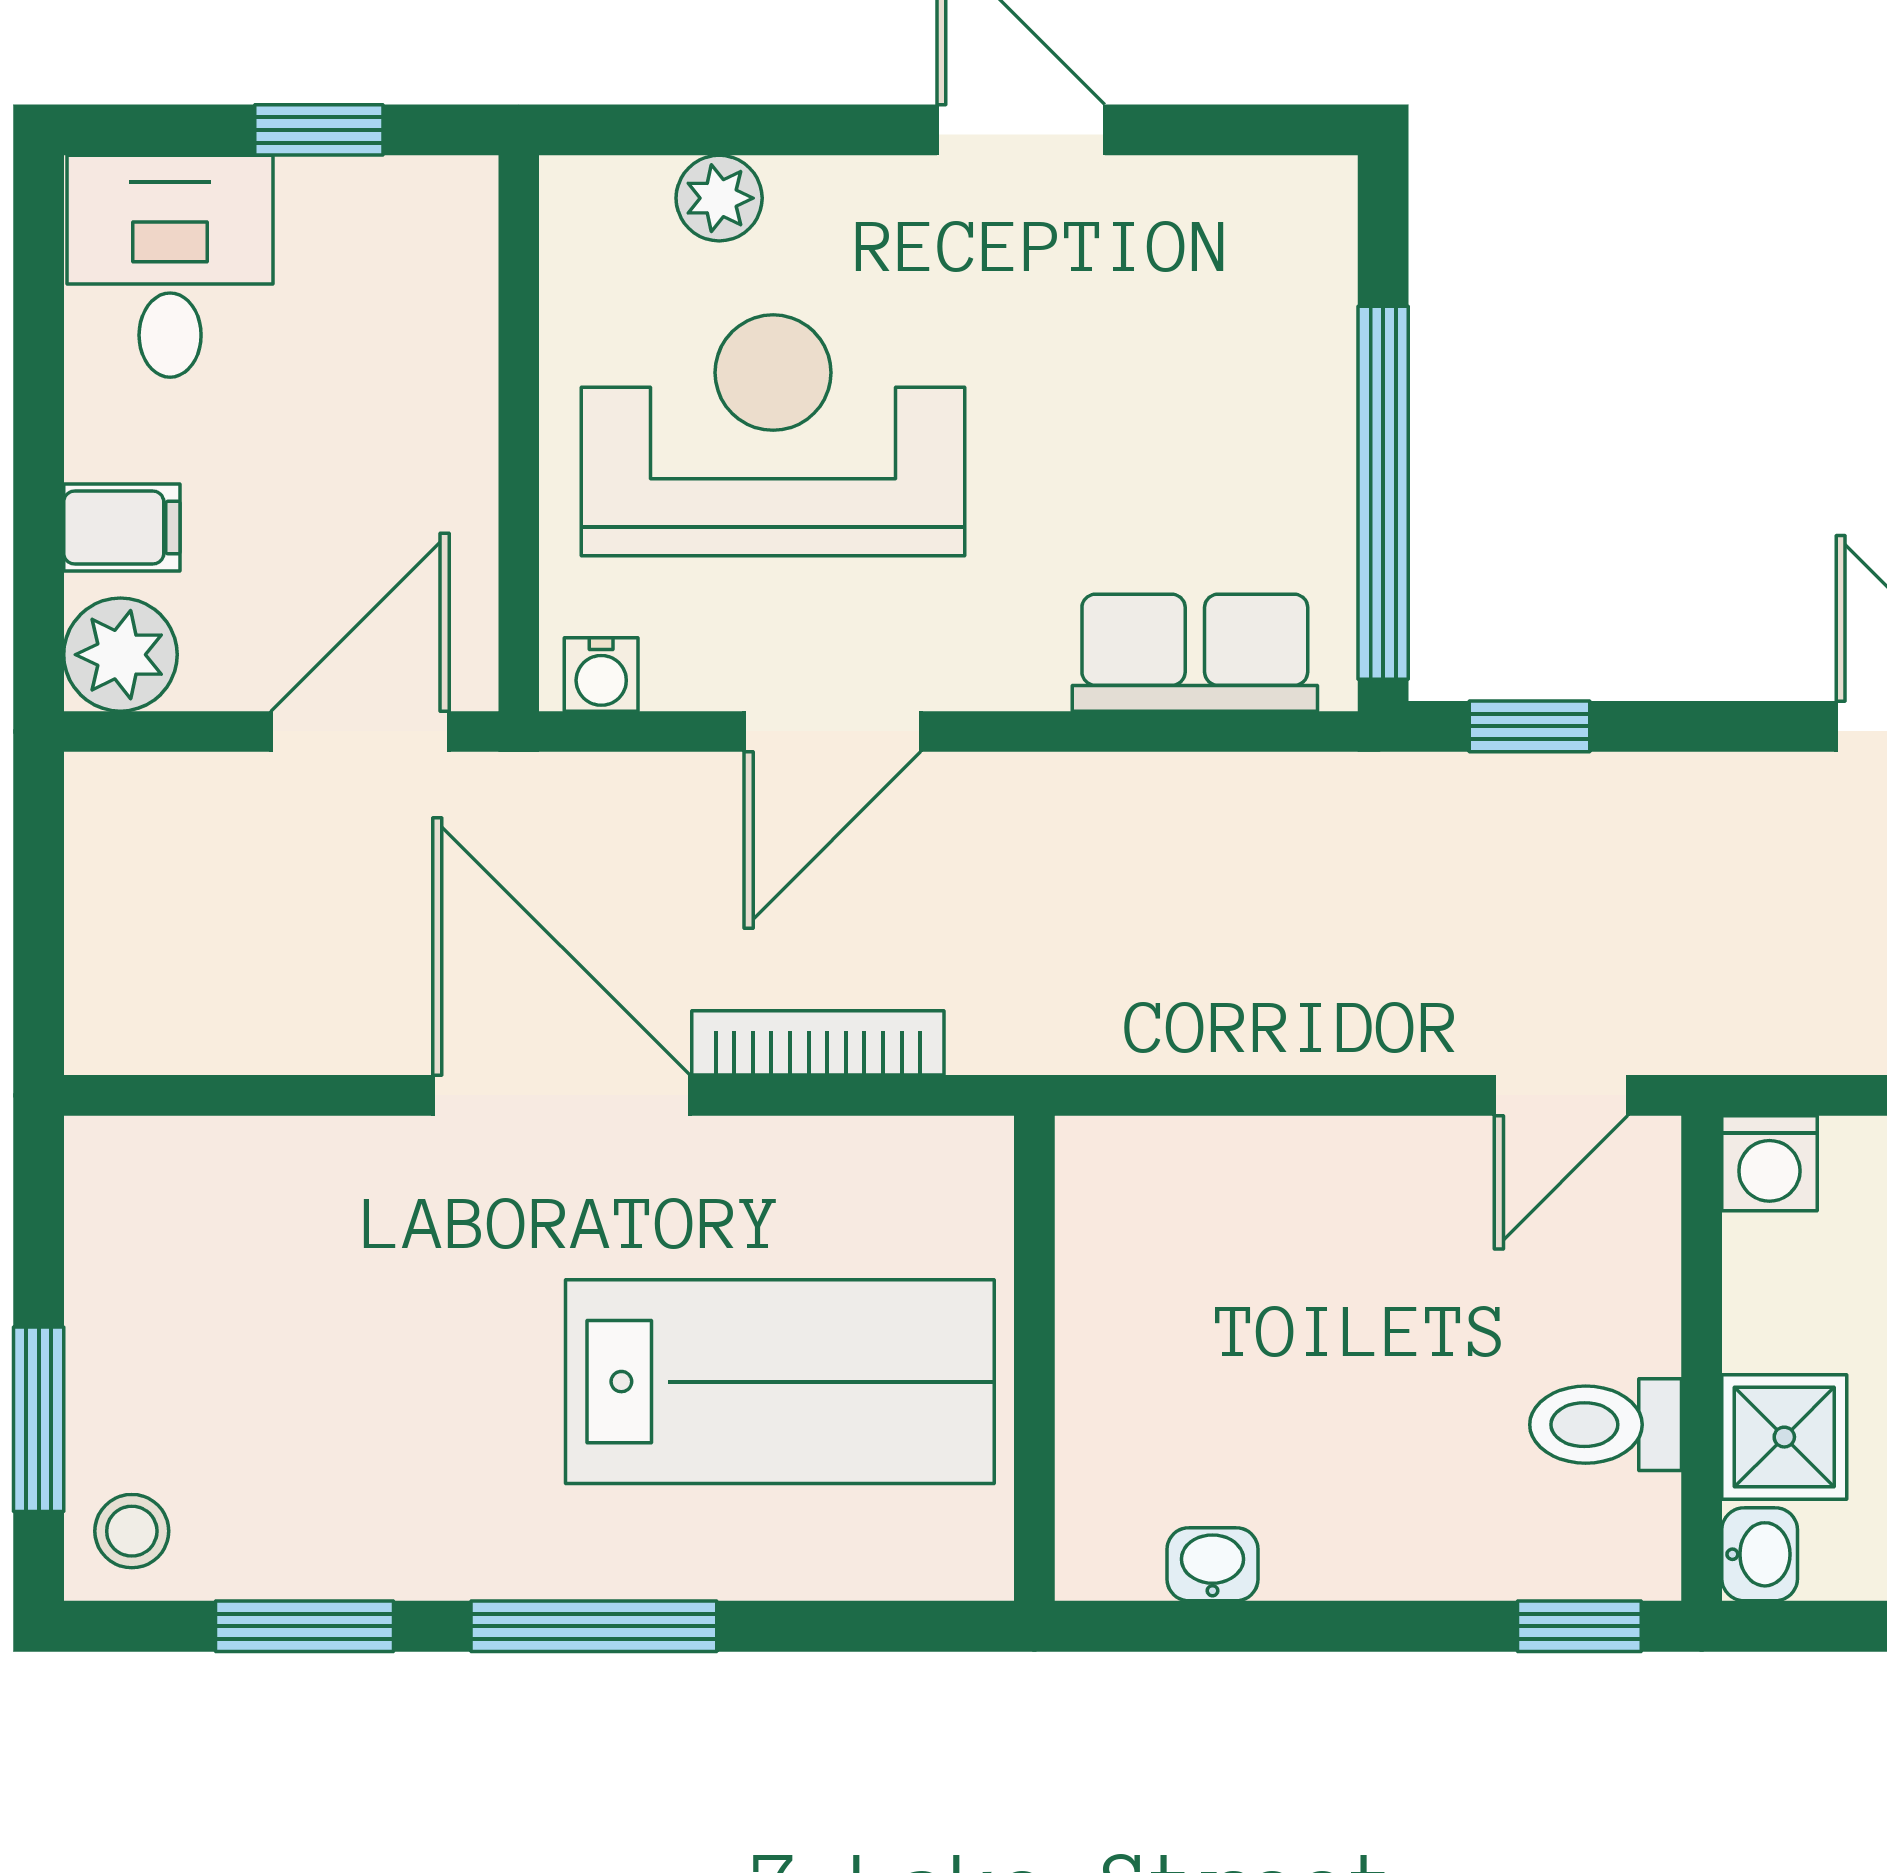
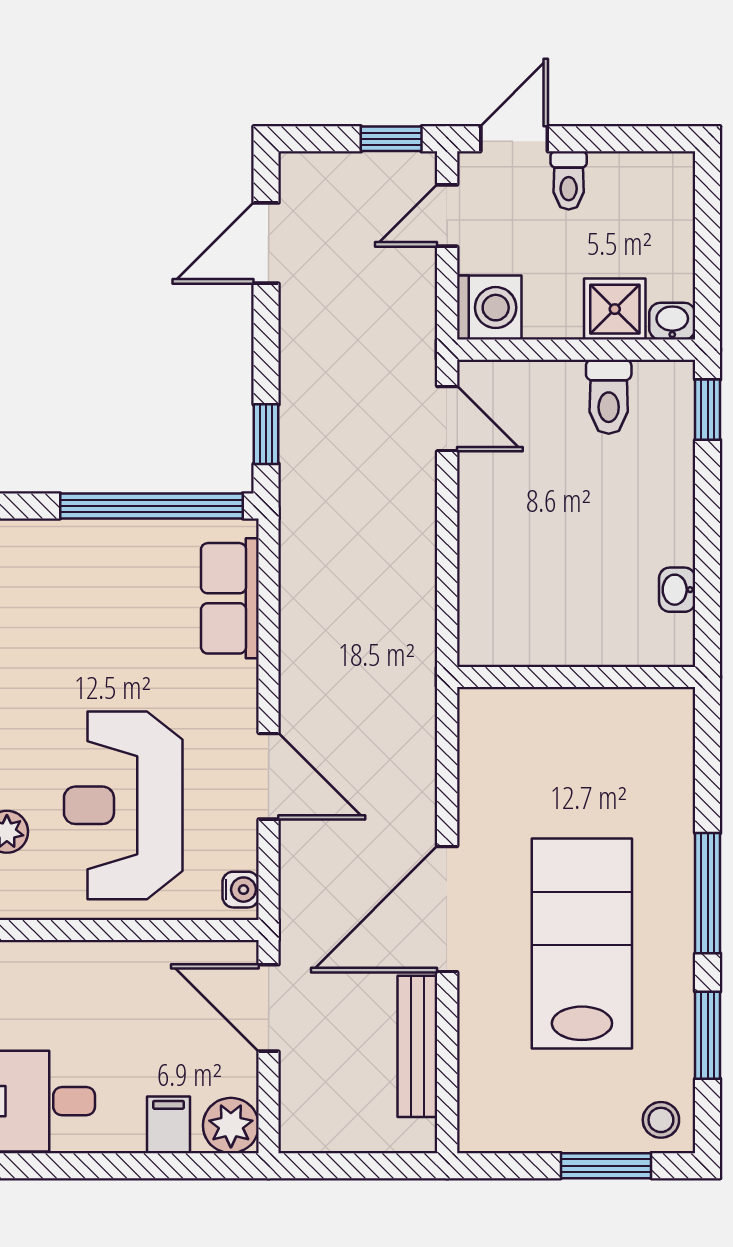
bench: (281, 1035) -> (417, 1046), added
bookcase: (818, 1043) -> (421, 783), removed
washing machine: (1769, 1163) -> (489, 308), width x1.38, depth x1.38
lab bench: (780, 1382) -> (582, 943), moved

